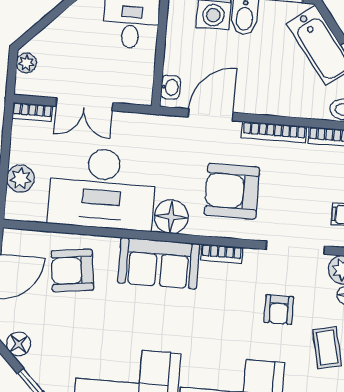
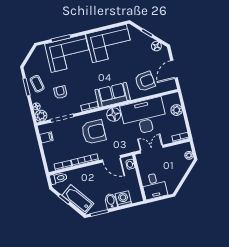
double door: (84, 104) -> (152, 149), moved
door: (211, 115) -> (111, 159), hinge flipped

